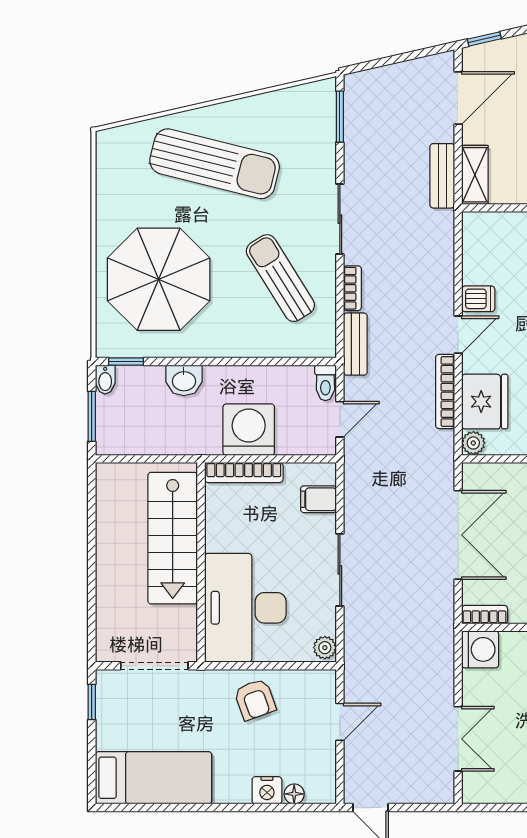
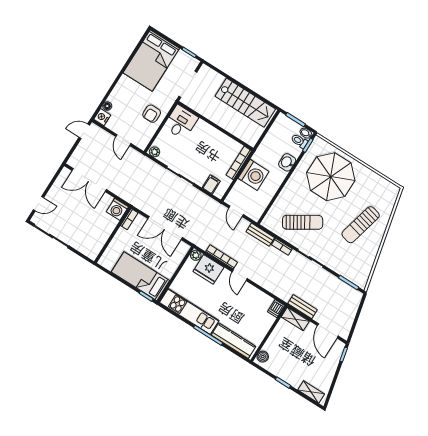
sun lounger: (215, 164) -> (361, 225), width x0.73, depth x0.75
dishwasher: (478, 299) -> (276, 309), moved
toilet: (325, 383) -> (299, 141), moved
stairs: (173, 538) -> (245, 103), moved, turned 180
desk: (245, 608) -> (181, 122), width x0.53, depth x0.77
armchair: (255, 700) -> (152, 114), turned -70
double door: (458, 739) -> (89, 180), width x1.37
bed: (153, 778) -> (151, 61), width x1.50
nightstand: (267, 790) -> (102, 117), moved

